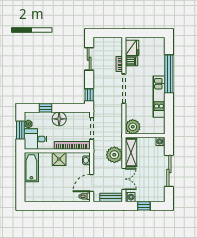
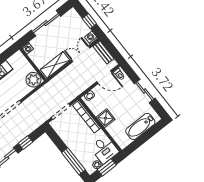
window: (89, 95) -> (25, 143), moved
window: (46, 108) -> (73, 161), width x2.17
floor lamp: (59, 119) -> (74, 143), removed
plant: (114, 155) -> (67, 77), removed
bathtub: (31, 167) -> (140, 126), moved
sliding door: (56, 206) -> (145, 91), added

